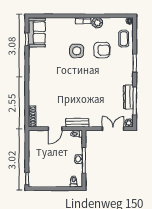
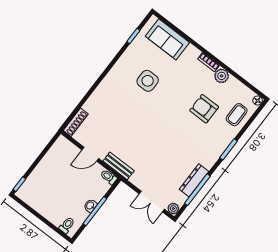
sofa: (37, 33) -> (167, 39), moved, turned 90
armchair: (102, 50) -> (204, 109), turned 180
side table: (77, 51) -> (148, 81), moved
double door: (113, 129) -> (152, 201), swing flipped

